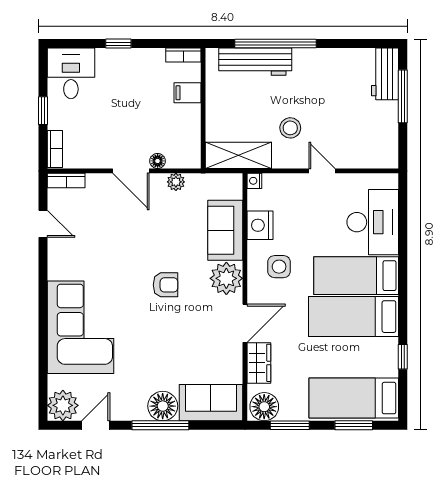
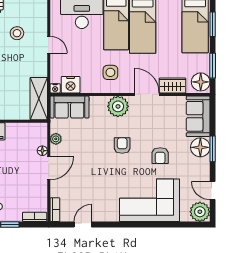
stool: (290, 128) -> (17, 33), moved
door: (322, 171) -> (49, 45), swing flipped
nightstand: (260, 225) -> (71, 85), moved
sofa: (225, 230) -> (69, 107), moved
armchair: (150, 344) -> (160, 156), added
window: (160, 425) -> (213, 149), width x0.69

